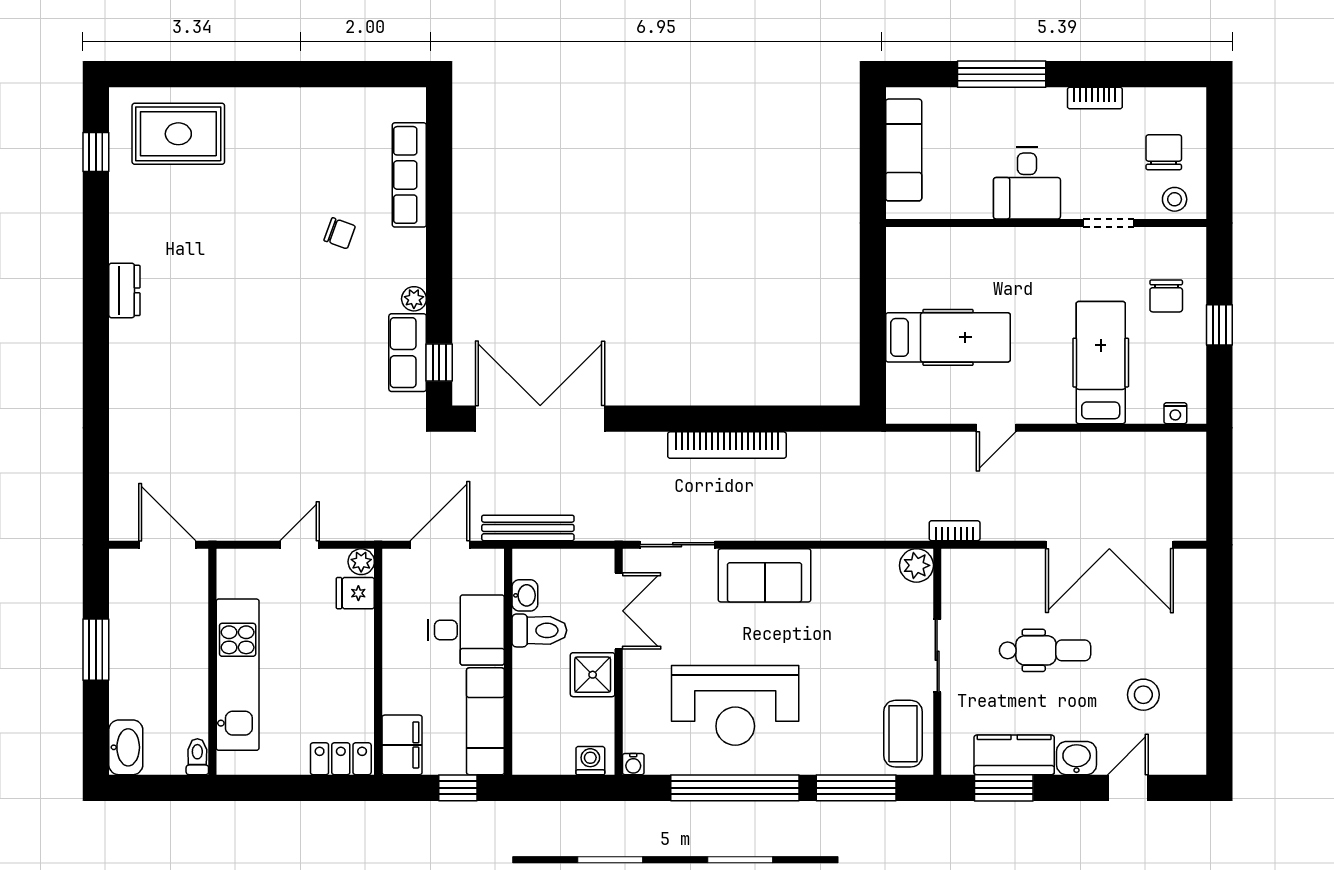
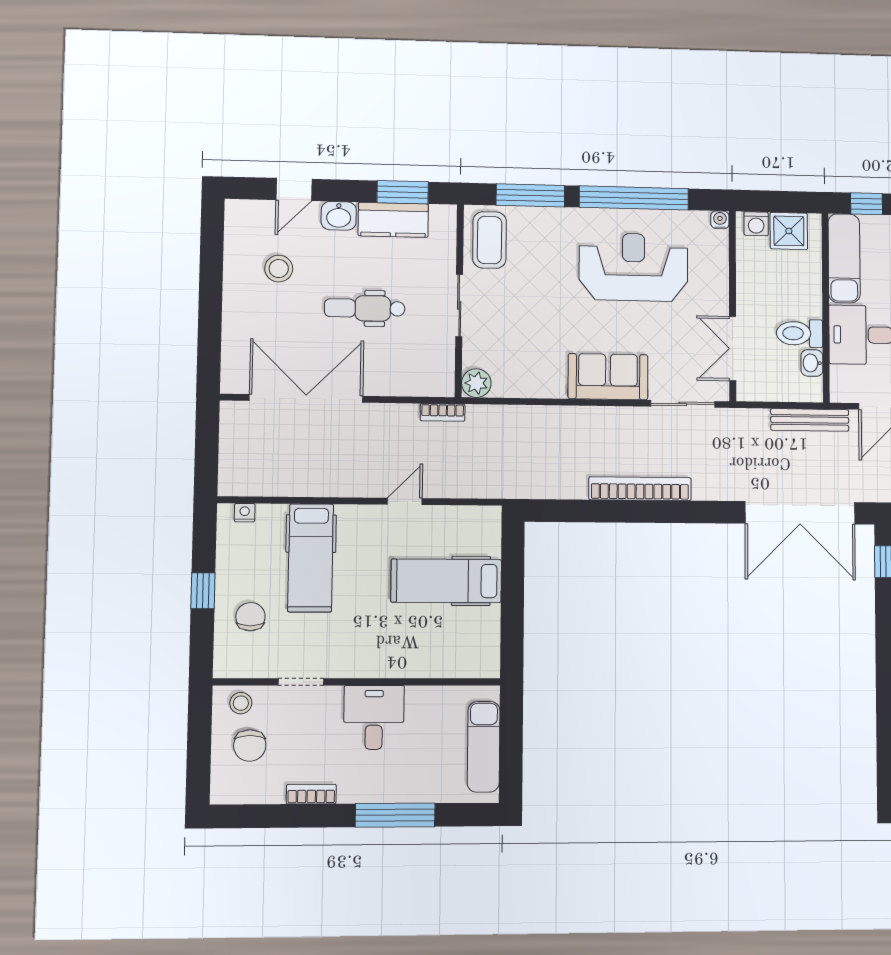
shower: (593, 675) -> (789, 231), moved

